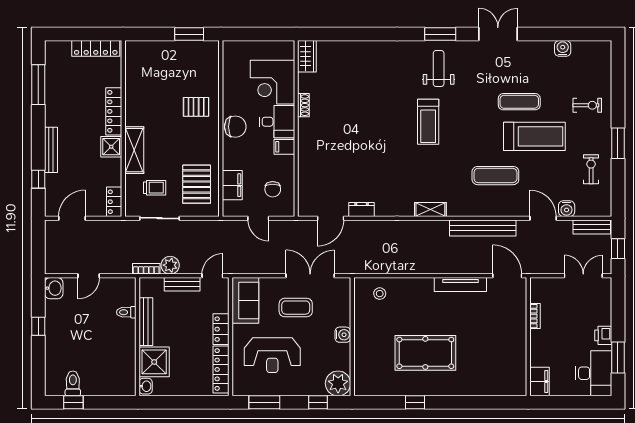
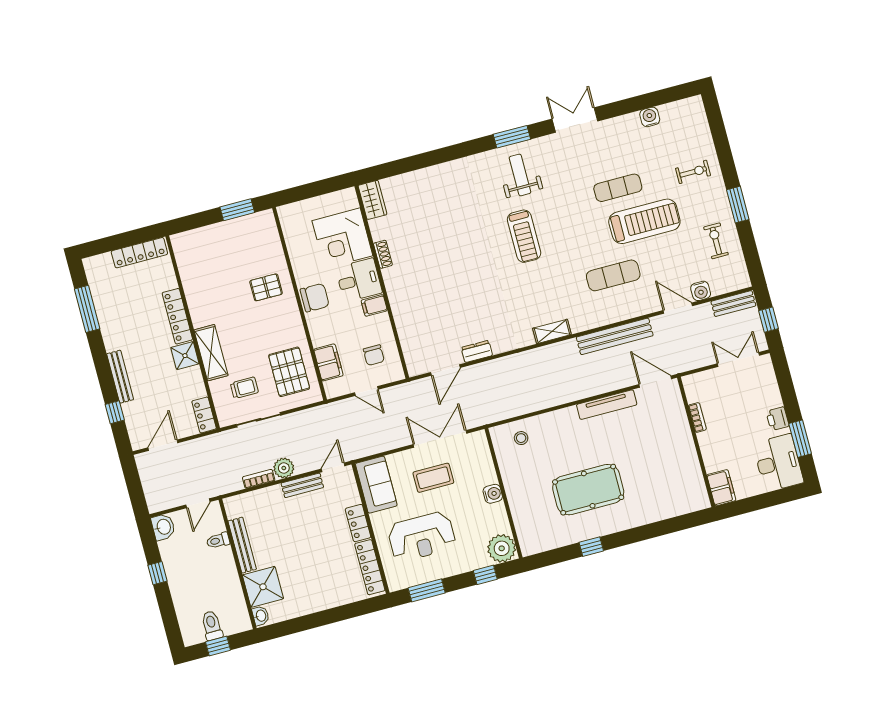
toilet: (126, 312) -> (218, 541), moved
bench: (146, 322) -> (242, 545), moved
wall: (138, 337) -> (237, 564), moved
shower: (154, 362) -> (263, 587), moved
washbasin: (146, 386) -> (261, 616), moved

